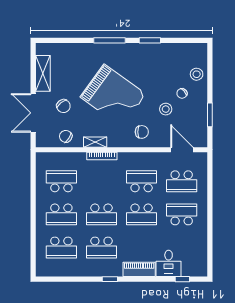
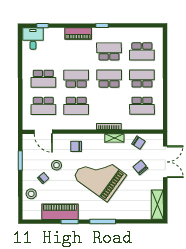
piano: (162, 52) -> (60, 212), added
shelving: (43, 73) -> (157, 205), moved
school desk: (182, 181) -> (43, 106), turned 180
school desk: (61, 248) -> (142, 51), turned 180
desk: (169, 263) -> (33, 39), moved

